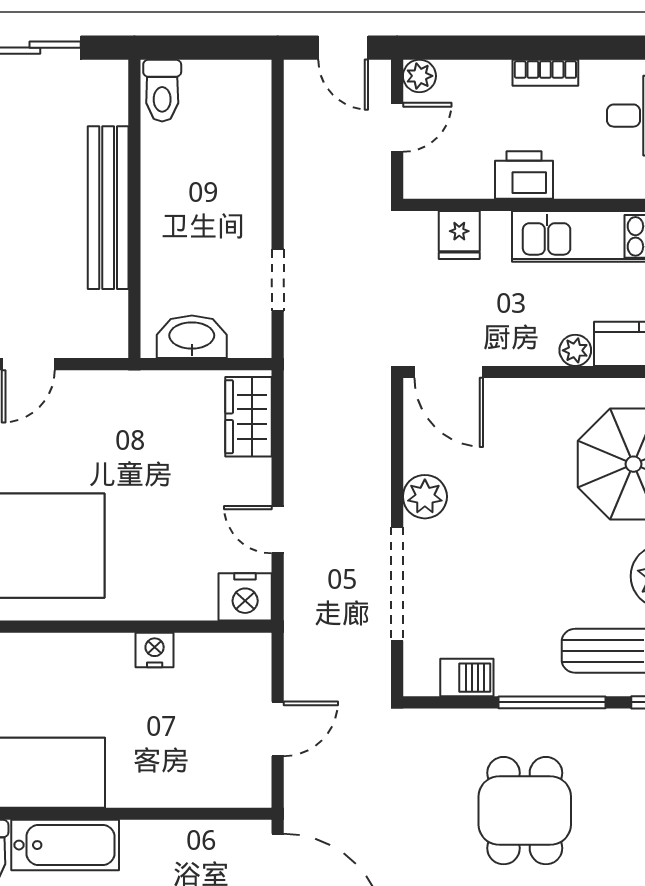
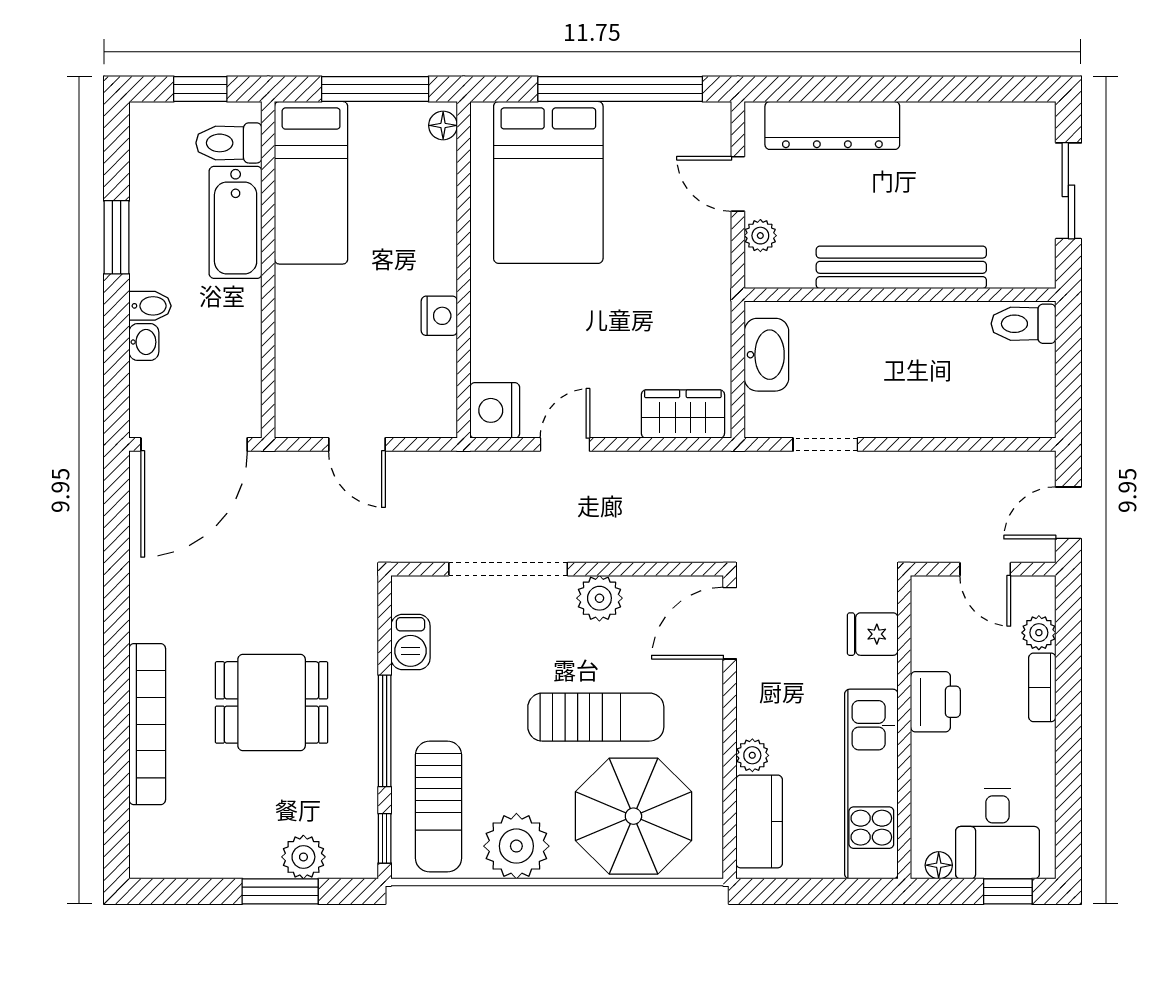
bookcase: (545, 73) -> (1042, 687), moved
plant: (419, 76) -> (1039, 633), moved
plant: (78, 343) -> (760, 236), added
sun lounger: (539, 500) -> (596, 717), added

